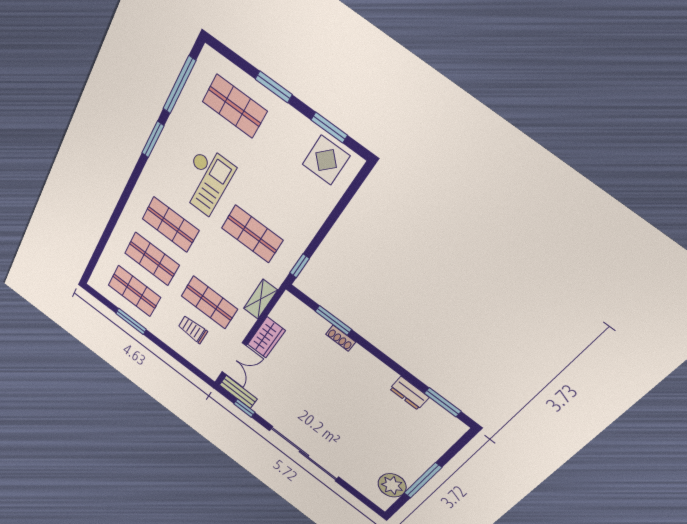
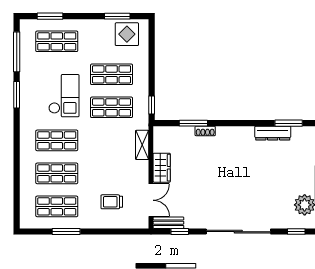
window: (274, 87) -> (50, 16), moved
shop shelf: (209, 302) -> (112, 74), moved
dresser: (409, 393) -> (273, 133), width x1.44
window: (363, 499) -> (296, 232), added

